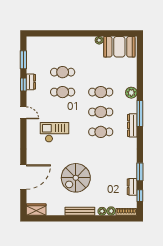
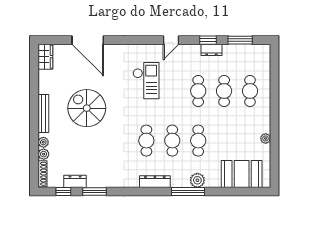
booth: (119, 47) -> (242, 174), moved, turned 90
cafe table: (63, 52) -> (250, 91), added
window: (140, 113) -> (188, 191), moved

